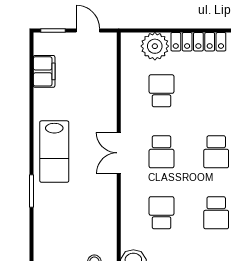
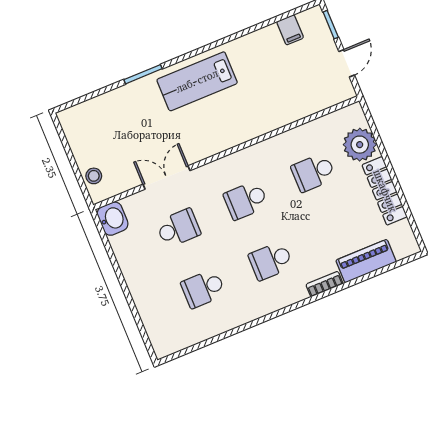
filing cabinet: (44, 71) -> (290, 30), width x0.50
school desk: (162, 91) -> (313, 172), turned 180
double door: (119, 153) -> (167, 177), moved

